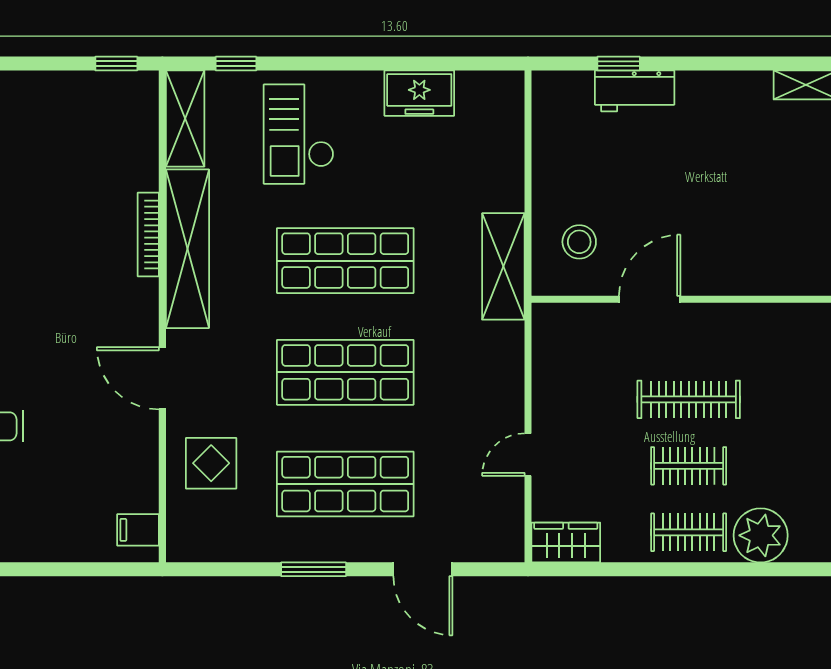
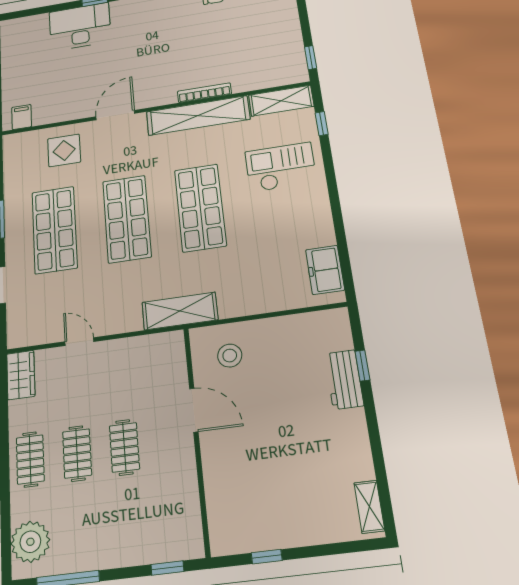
freezer: (419, 93) -> (325, 270), moved
shelving: (503, 266) -> (180, 311), moved
clothes rail: (689, 399) -> (124, 447), width x0.73
plant: (761, 535) -> (30, 542), moved

